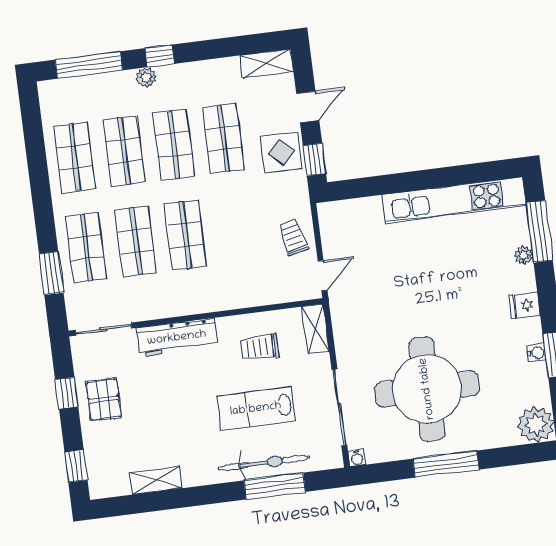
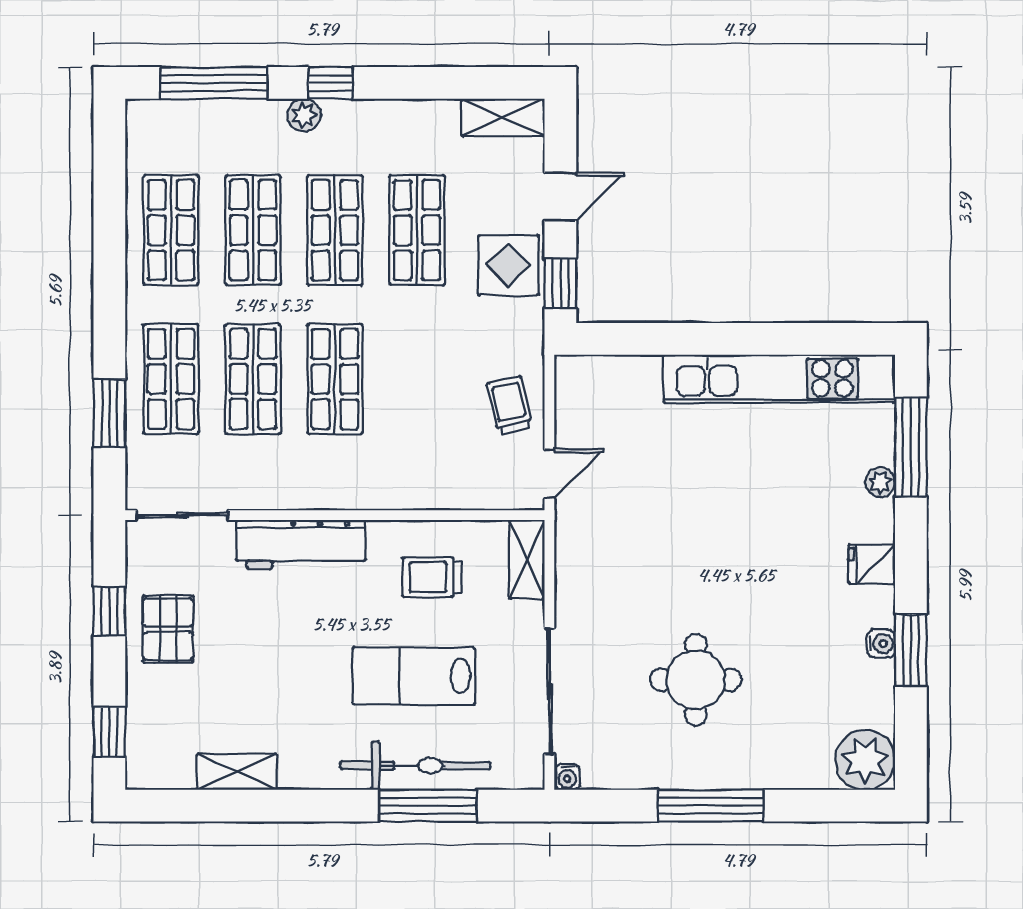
round table: (427, 389) -> (696, 680), width x0.54, depth x0.54

